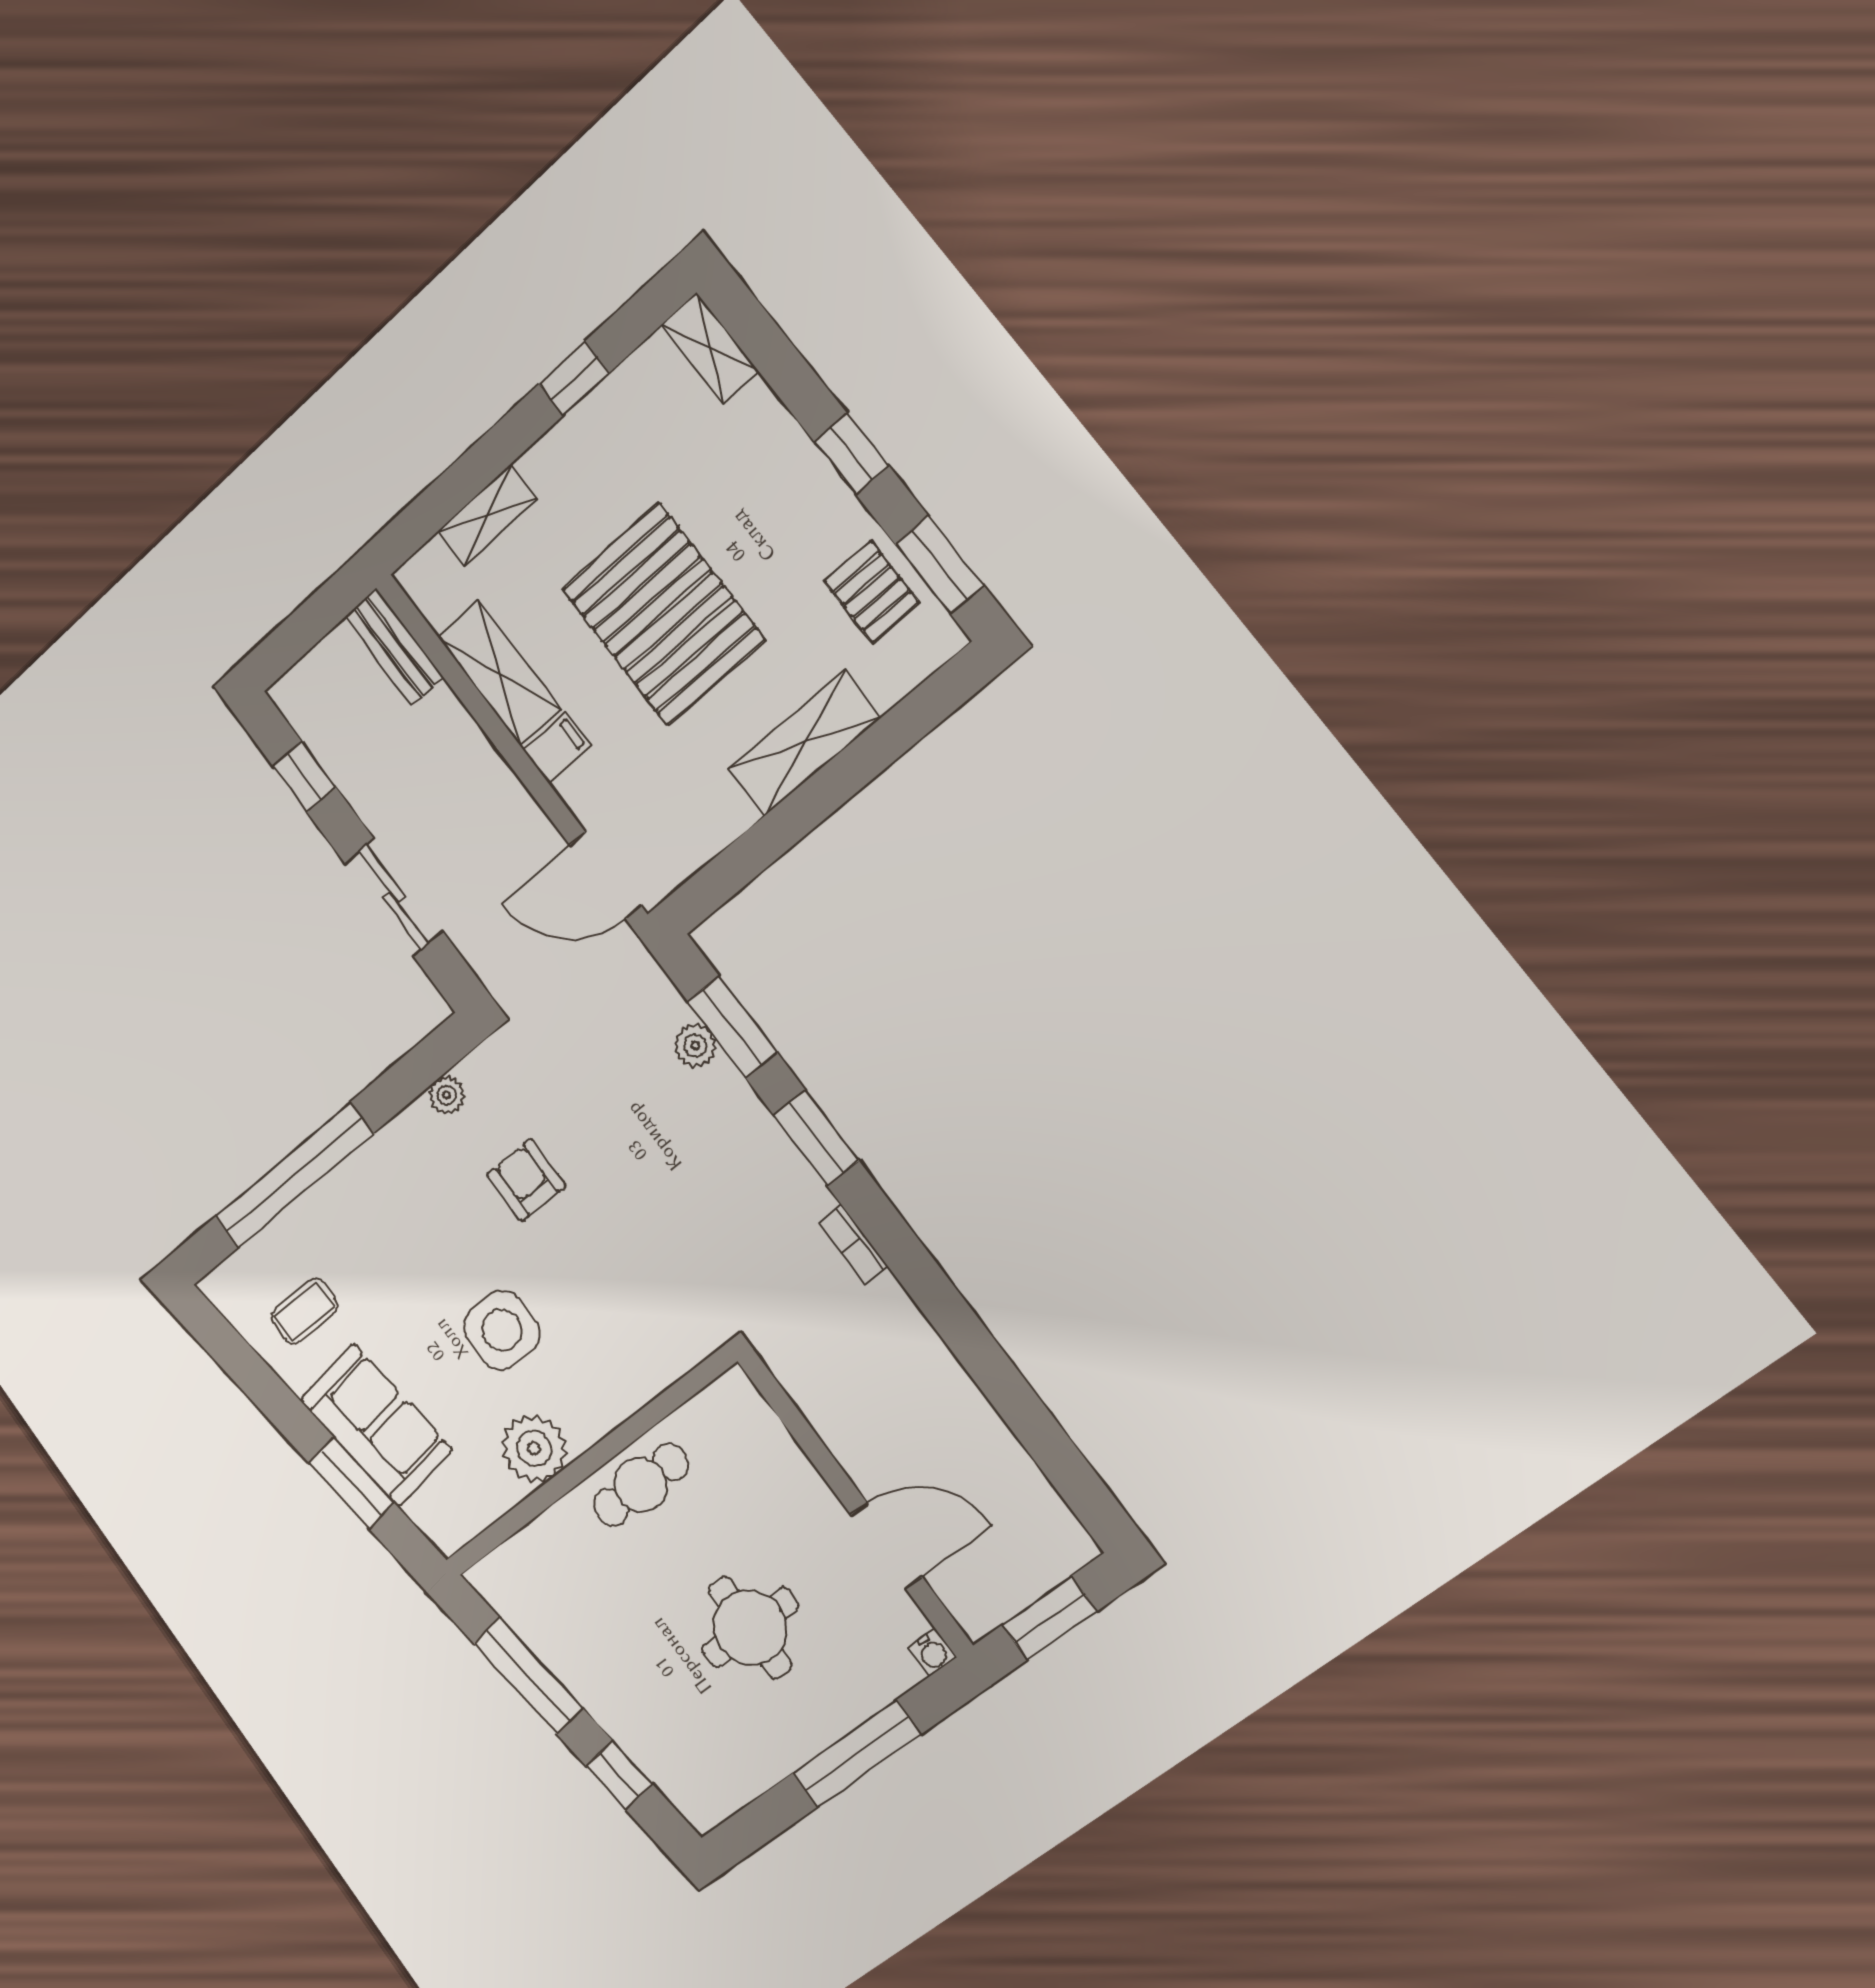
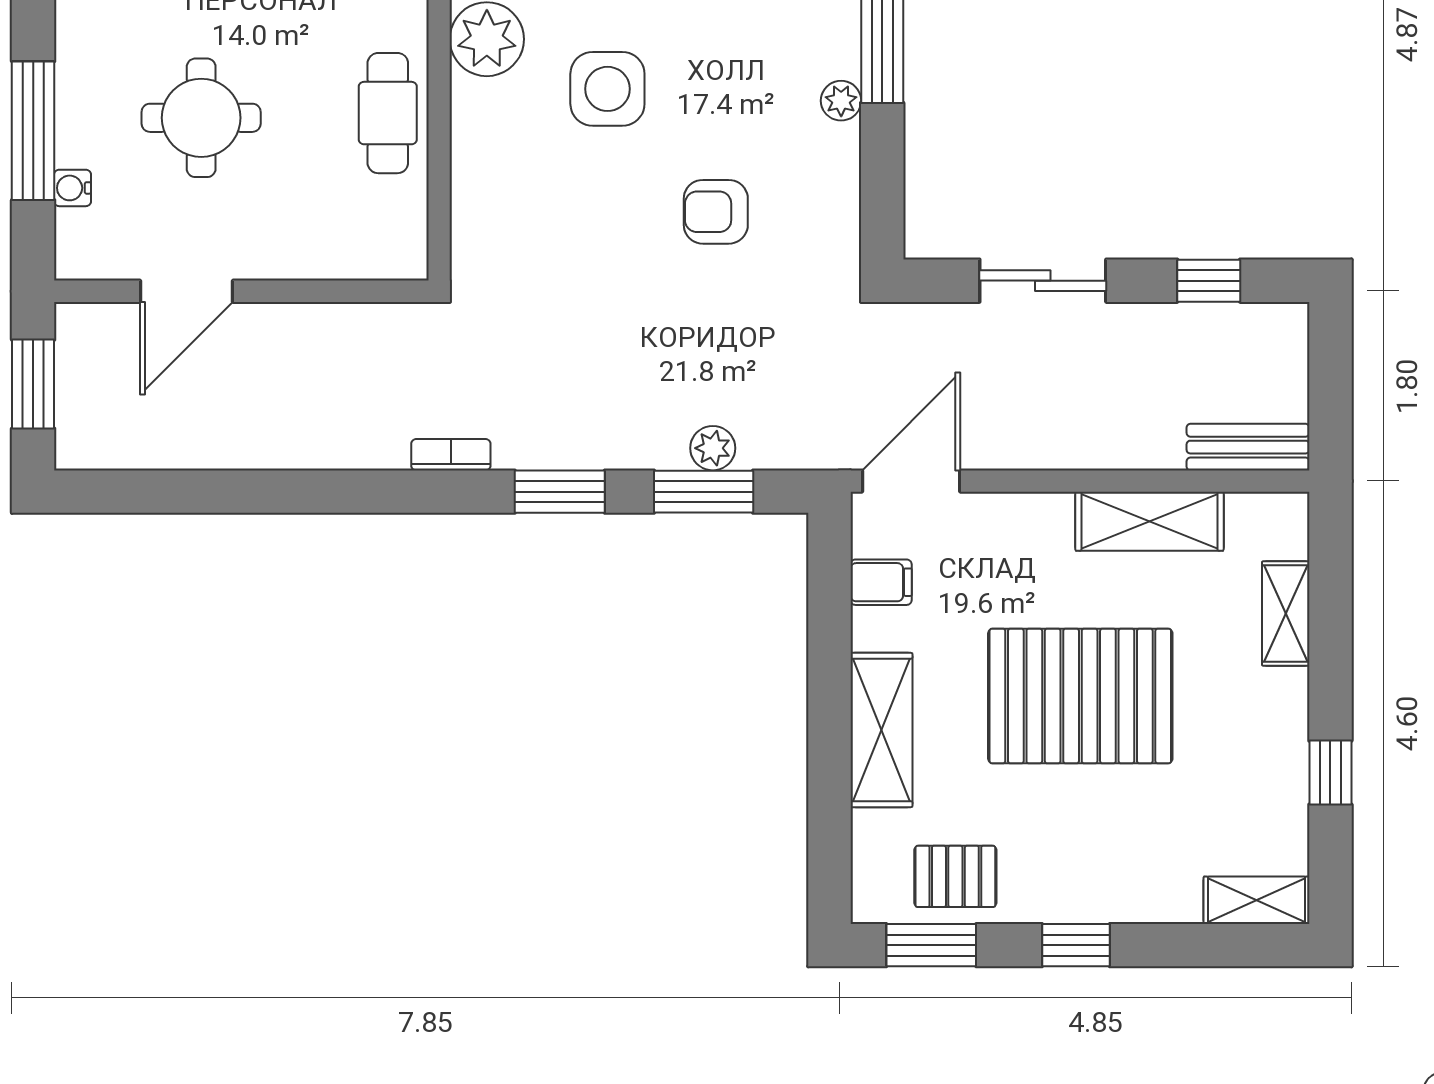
filing cabinet: (557, 748) -> (881, 582), moved, turned -90
plant: (447, 1095) -> (841, 101), moved
armchair: (526, 1180) -> (716, 212), turned 180
water cooler: (932, 1652) -> (73, 188), moved

